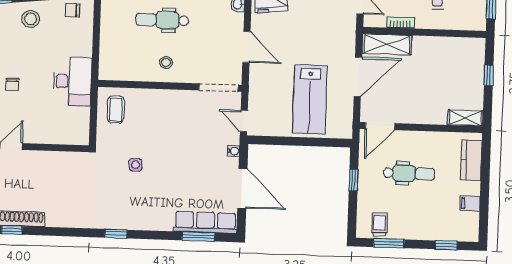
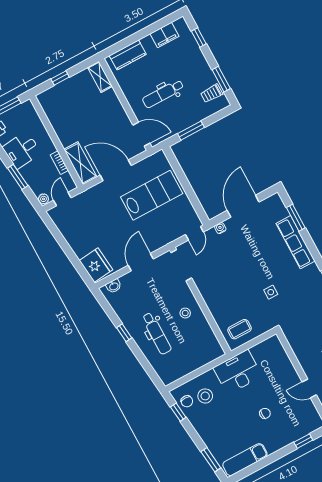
stool: (31, 19) -> (205, 396), moved
dental chair: (409, 173) -> (163, 94), turned -90
window: (353, 180) -> (191, 131), width x1.50
filing cabinet: (470, 203) -> (164, 35), width x2.00
row of seats: (205, 222) -> (295, 242), moved

